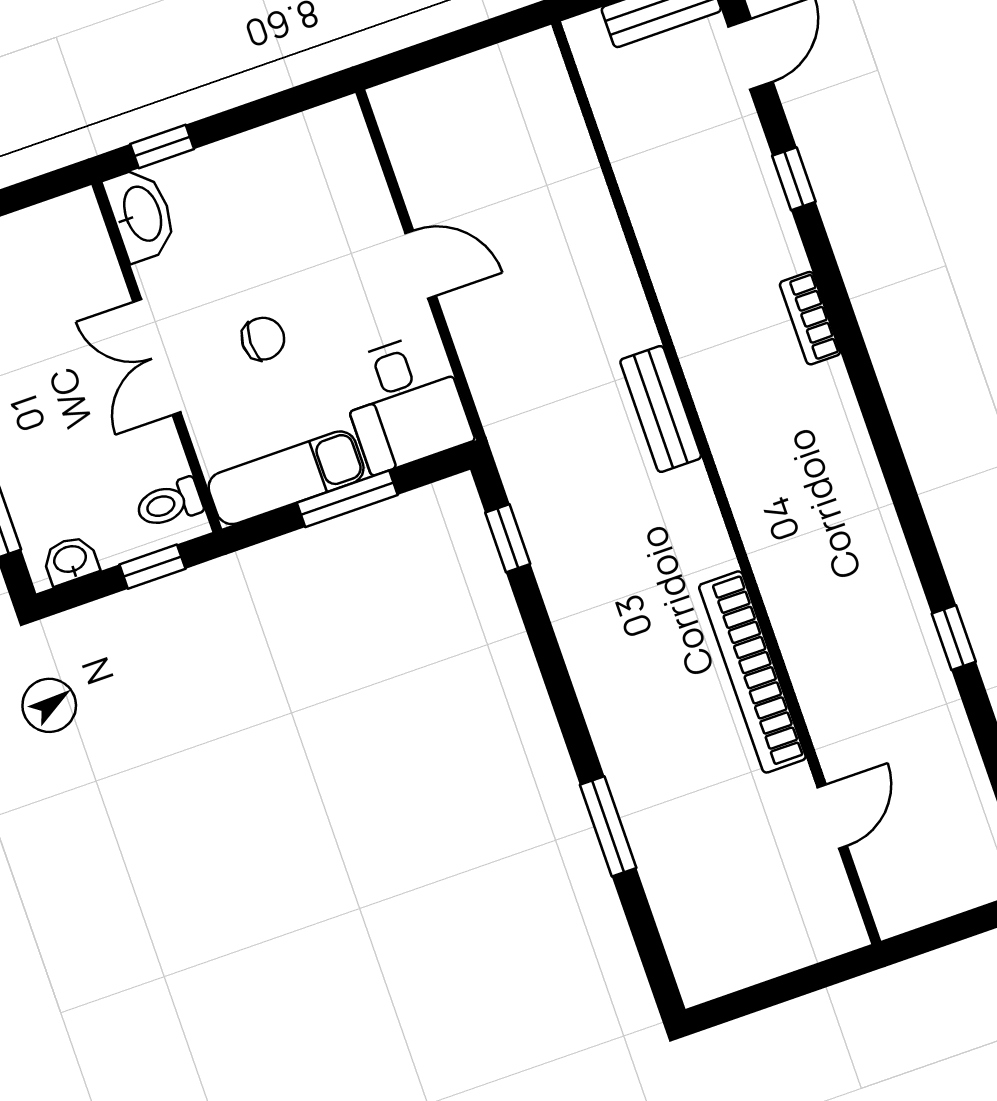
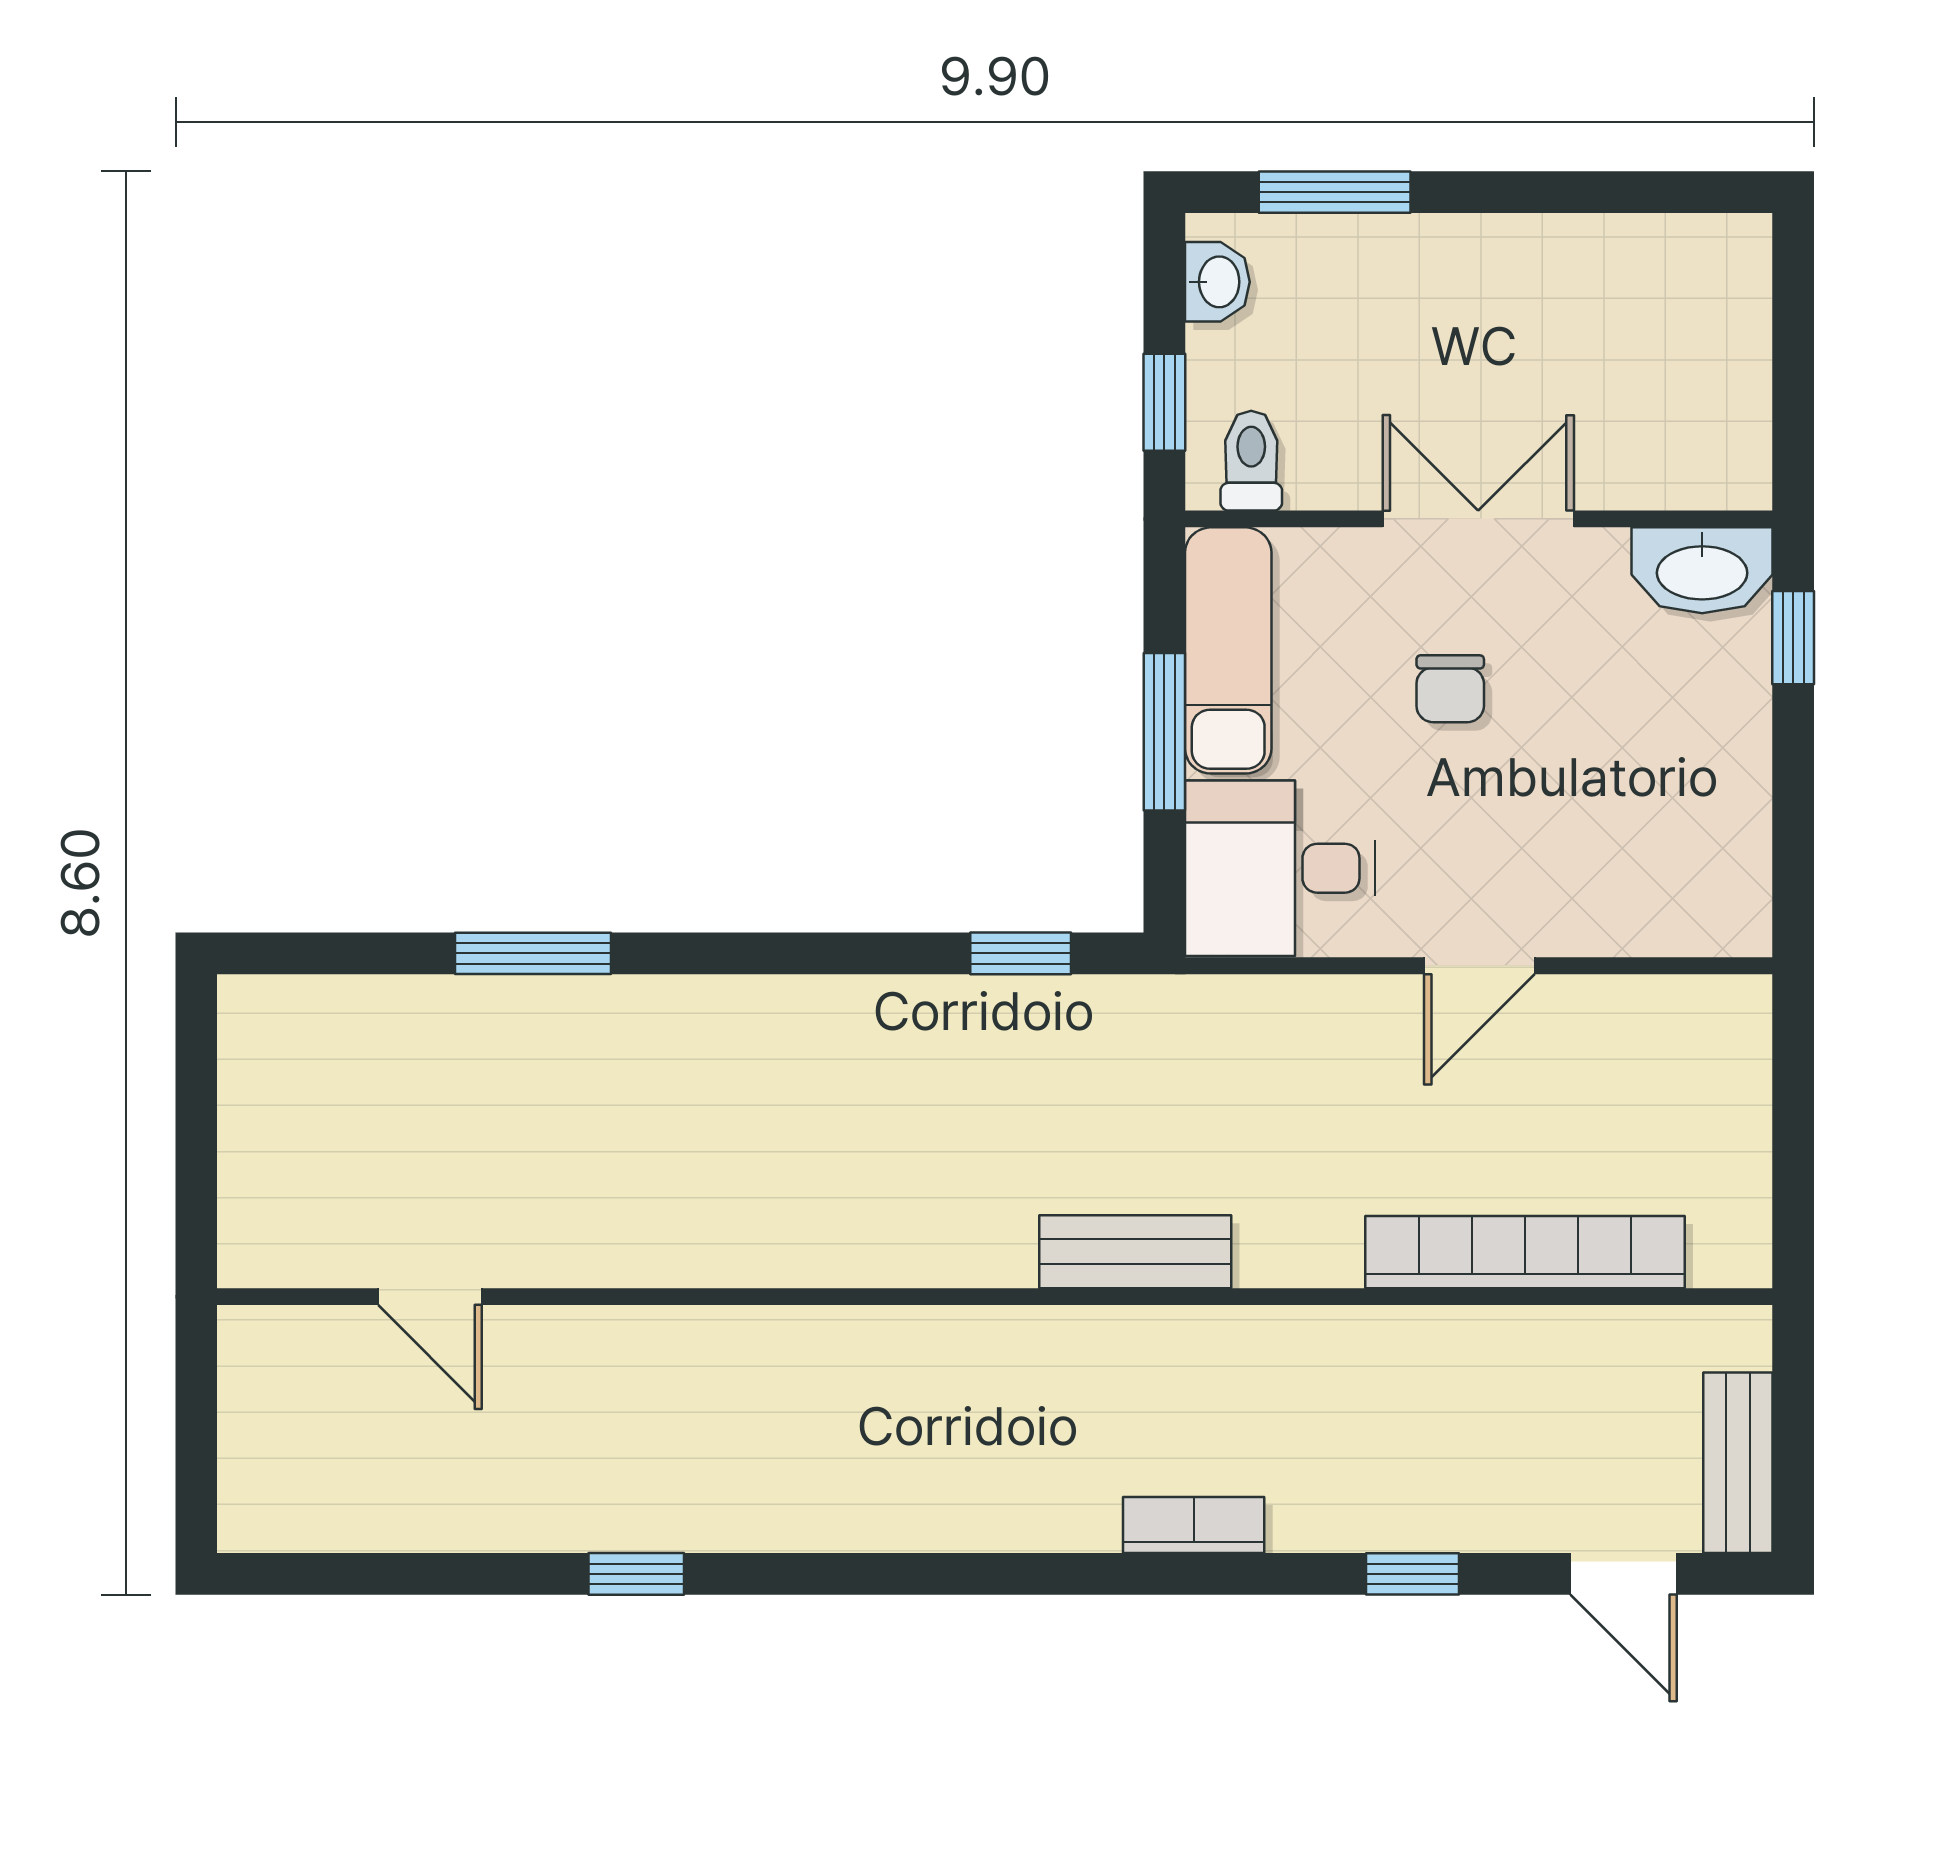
bookcase: (752, 672) -> (1525, 1252), moved

